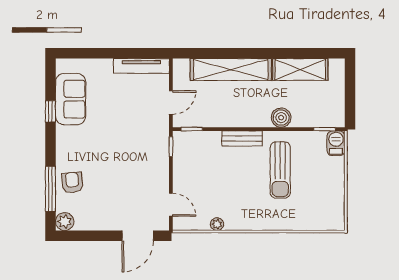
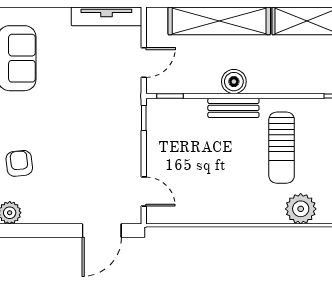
boiler: (281, 118) -> (234, 82), moved
plant: (217, 224) -> (301, 209), moved, width x1.87, depth x1.87

